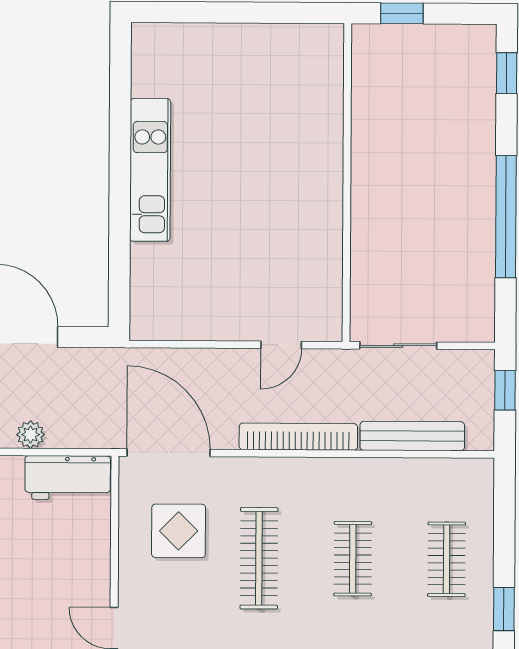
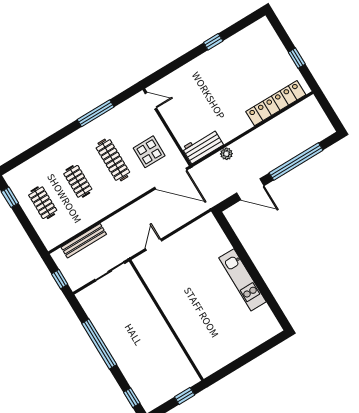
bookcase: (298, 437) -> (126, 214), removed

